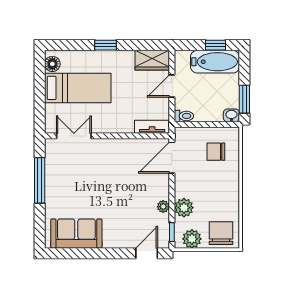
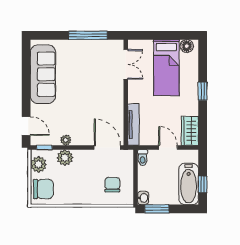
tv unit: (152, 127) -> (133, 125), width x1.41
sofa: (76, 234) -> (43, 74), width x1.36

